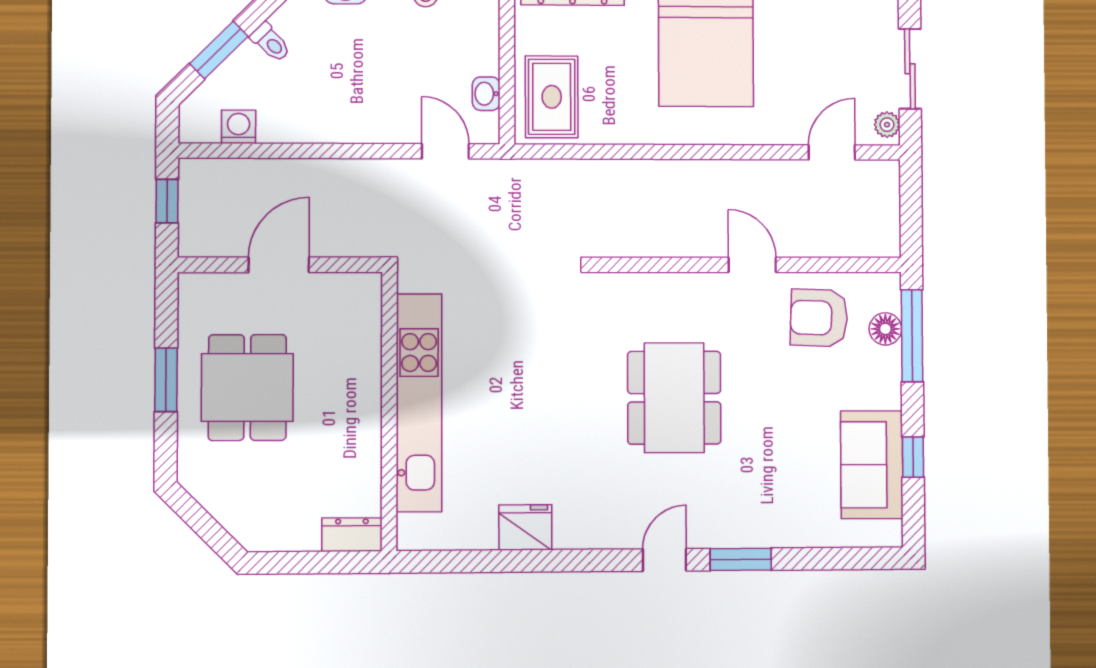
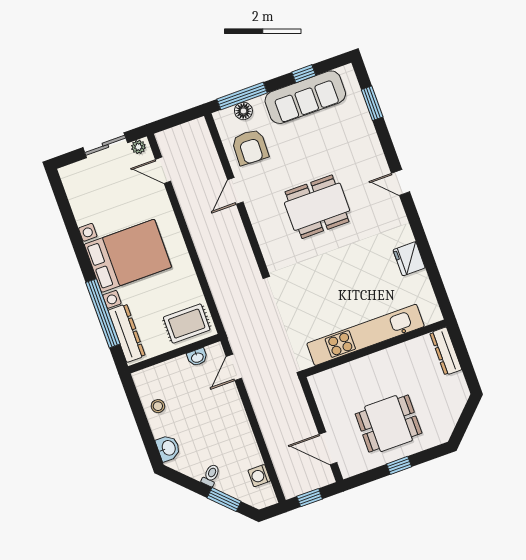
door: (279, 265) -> (328, 448), moved
window: (166, 380) -> (399, 465), width x0.67
sofa: (872, 465) -> (305, 97), width x1.36
dresser: (352, 535) -> (446, 351), width x1.44
window: (741, 559) -> (372, 103), moved

